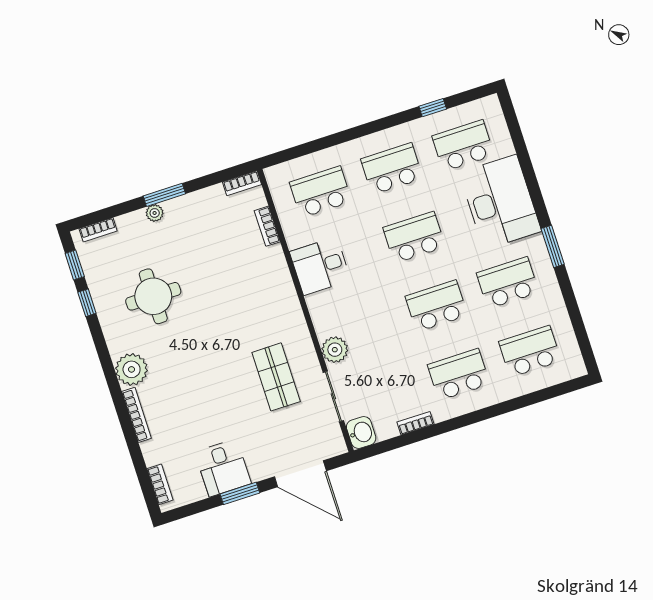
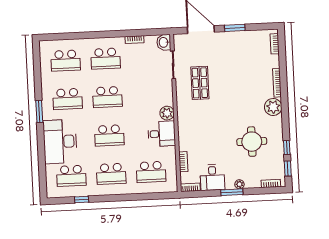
plant: (335, 350) -> (167, 113), moved
desk: (223, 468) -> (212, 177), moved, turned 180

